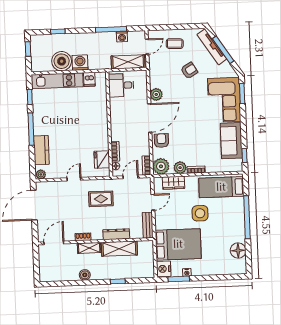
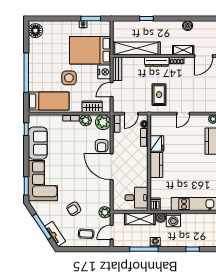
washing machine: (122, 37) -> (155, 242), moved
tv unit: (212, 47) -> (55, 234), width x0.71
boiler: (62, 61) -> (161, 218), moved, width x0.54, depth x0.54
shelving: (128, 62) -> (140, 219), moved
dishwasher: (89, 79) -> (155, 204), moved
plant: (156, 94) -> (105, 212), moved
door: (150, 118) -> (112, 167), hinge flipped
kitchen counter: (101, 122) -> (156, 165), added
fridge: (102, 159) -> (157, 144), moved
rug: (101, 199) -> (159, 95), turned 90
dresser: (116, 234) -> (157, 62), moved
shelving: (89, 248) -> (183, 50), moved
shelving: (119, 249) -> (136, 48), width x1.47
floor lamp: (238, 250) -> (35, 31), moved
nightstand: (164, 269) -> (104, 72), moved
boiler: (85, 275) -> (188, 26), moved

